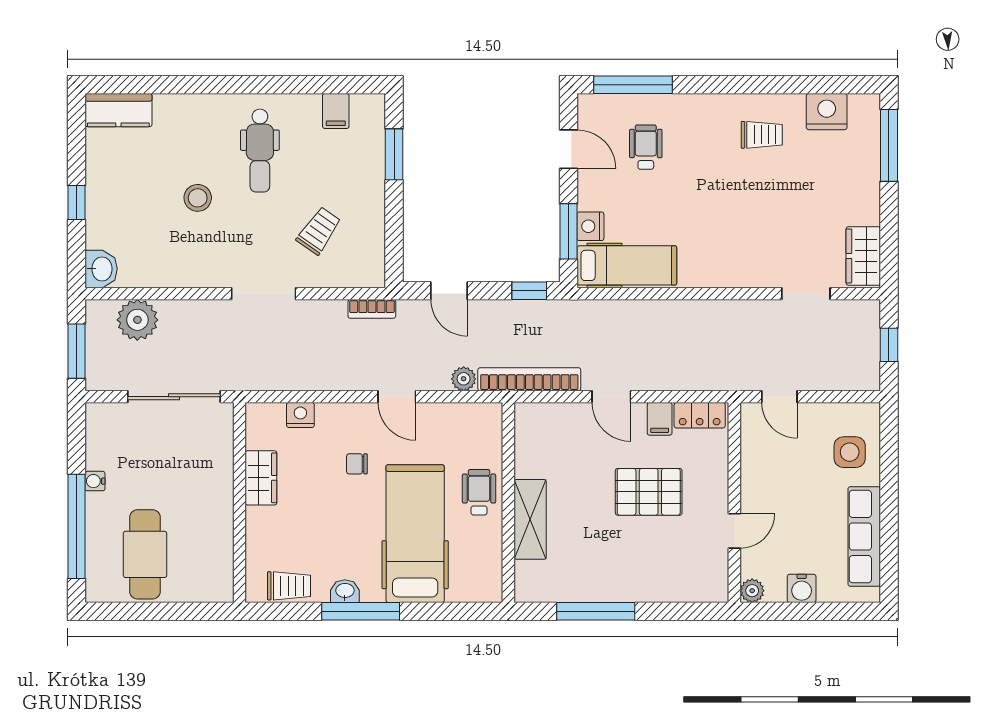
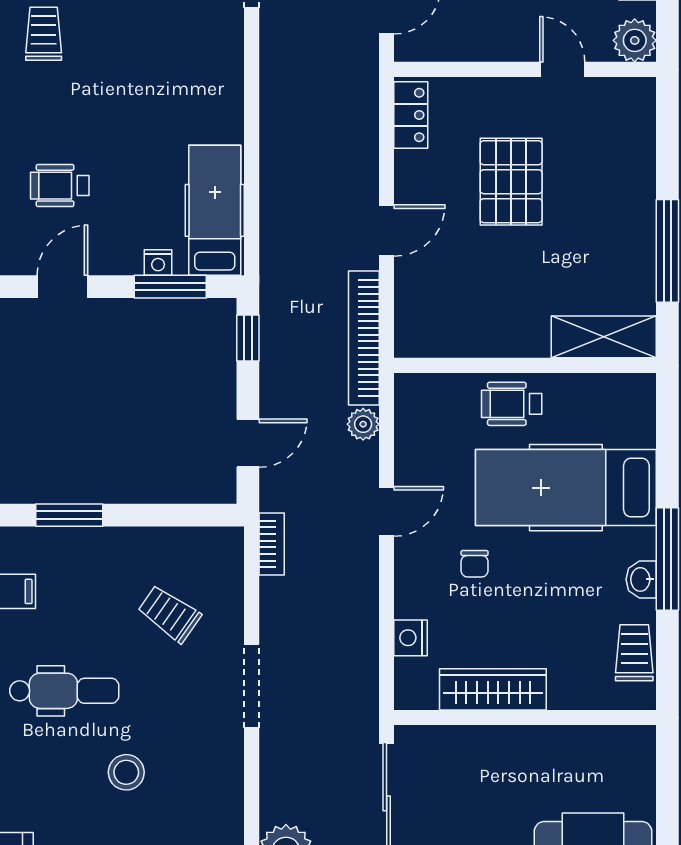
nightstand: (590, 226) -> (158, 263), width x0.72, depth x0.74
filing cabinet: (660, 419) -> (416, 167), removed
wardrobe: (261, 478) -> (493, 689), width x1.50
shelving: (530, 519) -> (604, 337), moved
plant: (752, 591) -> (635, 40), width x1.38, depth x1.38

